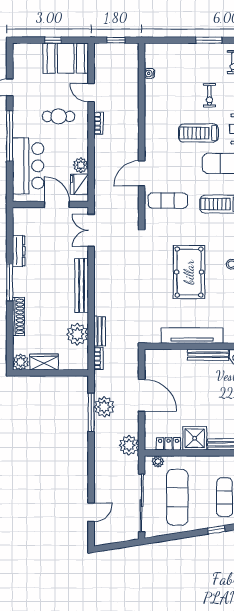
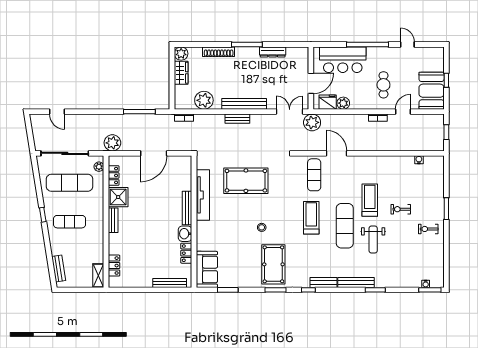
pool table: (189, 272) -> (246, 181), moved
bench: (100, 331) -> (237, 119), moved
plant: (104, 407) -> (312, 122), moved

